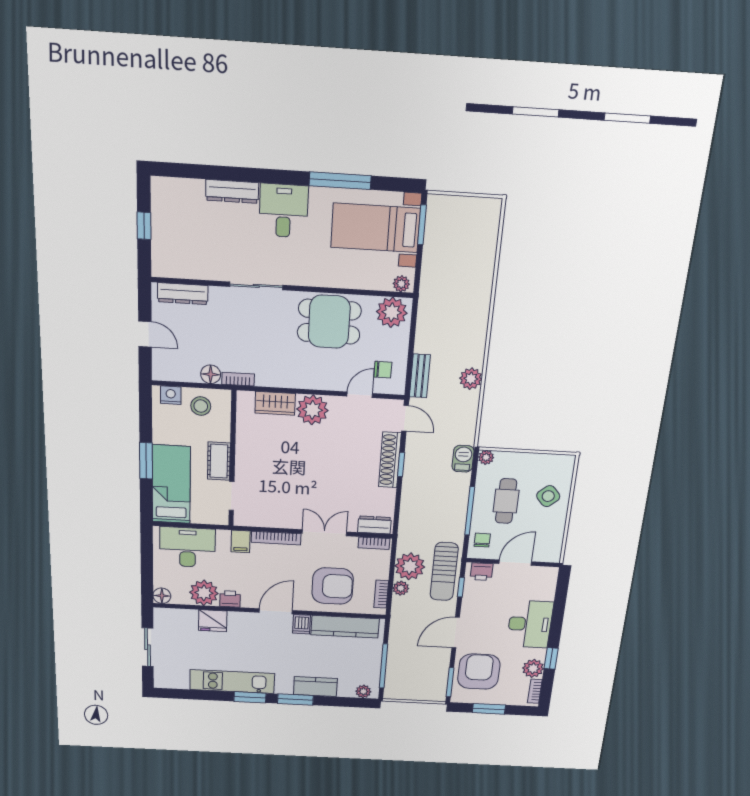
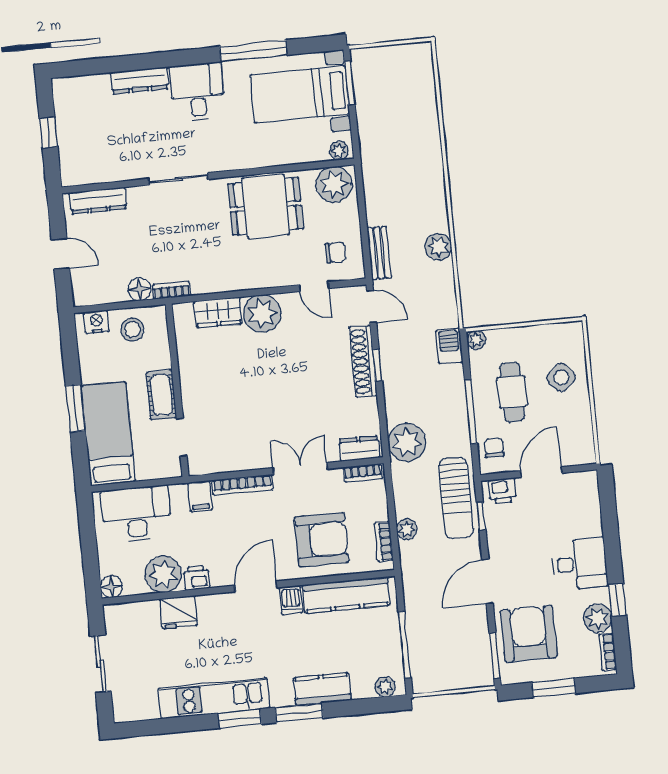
door: (360, 395) -> (314, 287), swing flipped
plant: (410, 566) -> (407, 442), moved
desk: (530, 624) -> (580, 564), width x0.73

